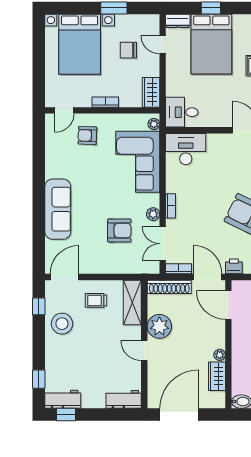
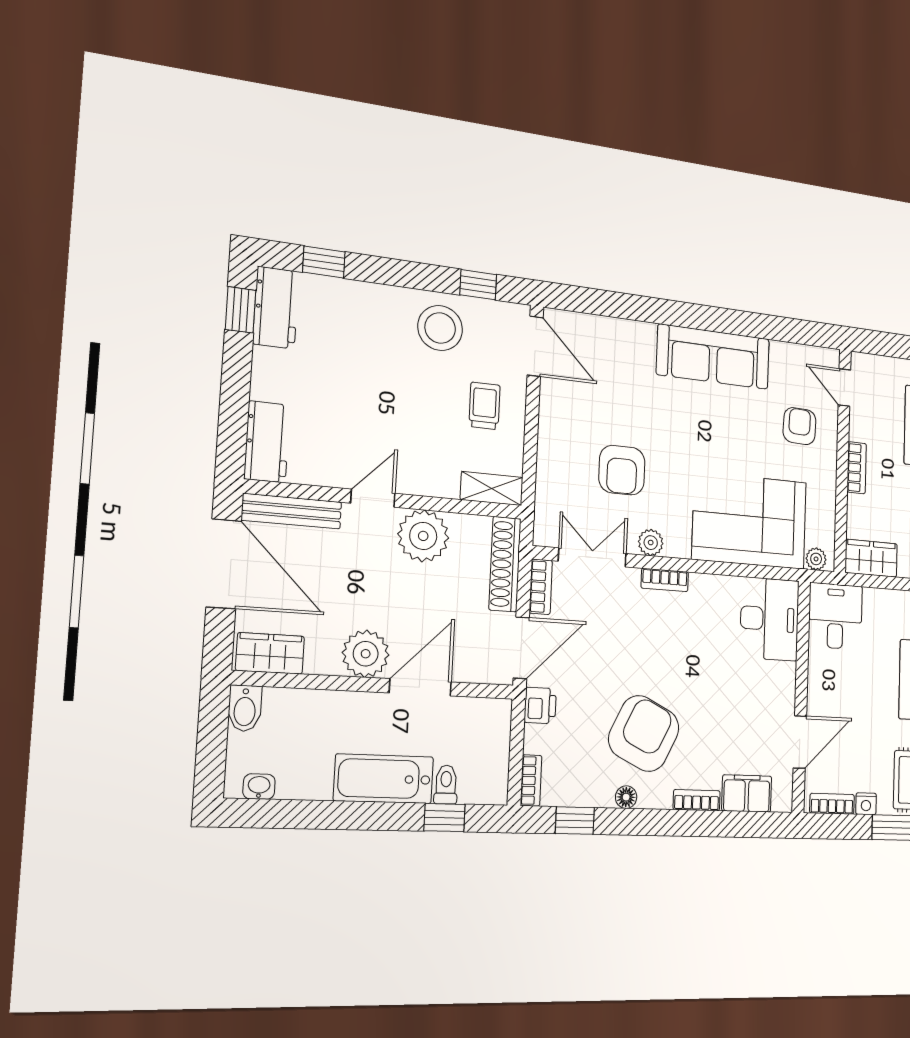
sofa: (58, 209) -> (713, 357), moved
shelving: (132, 302) -> (492, 489), width x0.67, depth x0.75
door: (228, 305) -> (420, 687), moved
plant: (220, 355) -> (366, 654), width x1.87, depth x1.87
wardrobe: (217, 376) -> (270, 653), moved
bench: (153, 387) -> (292, 511), added

